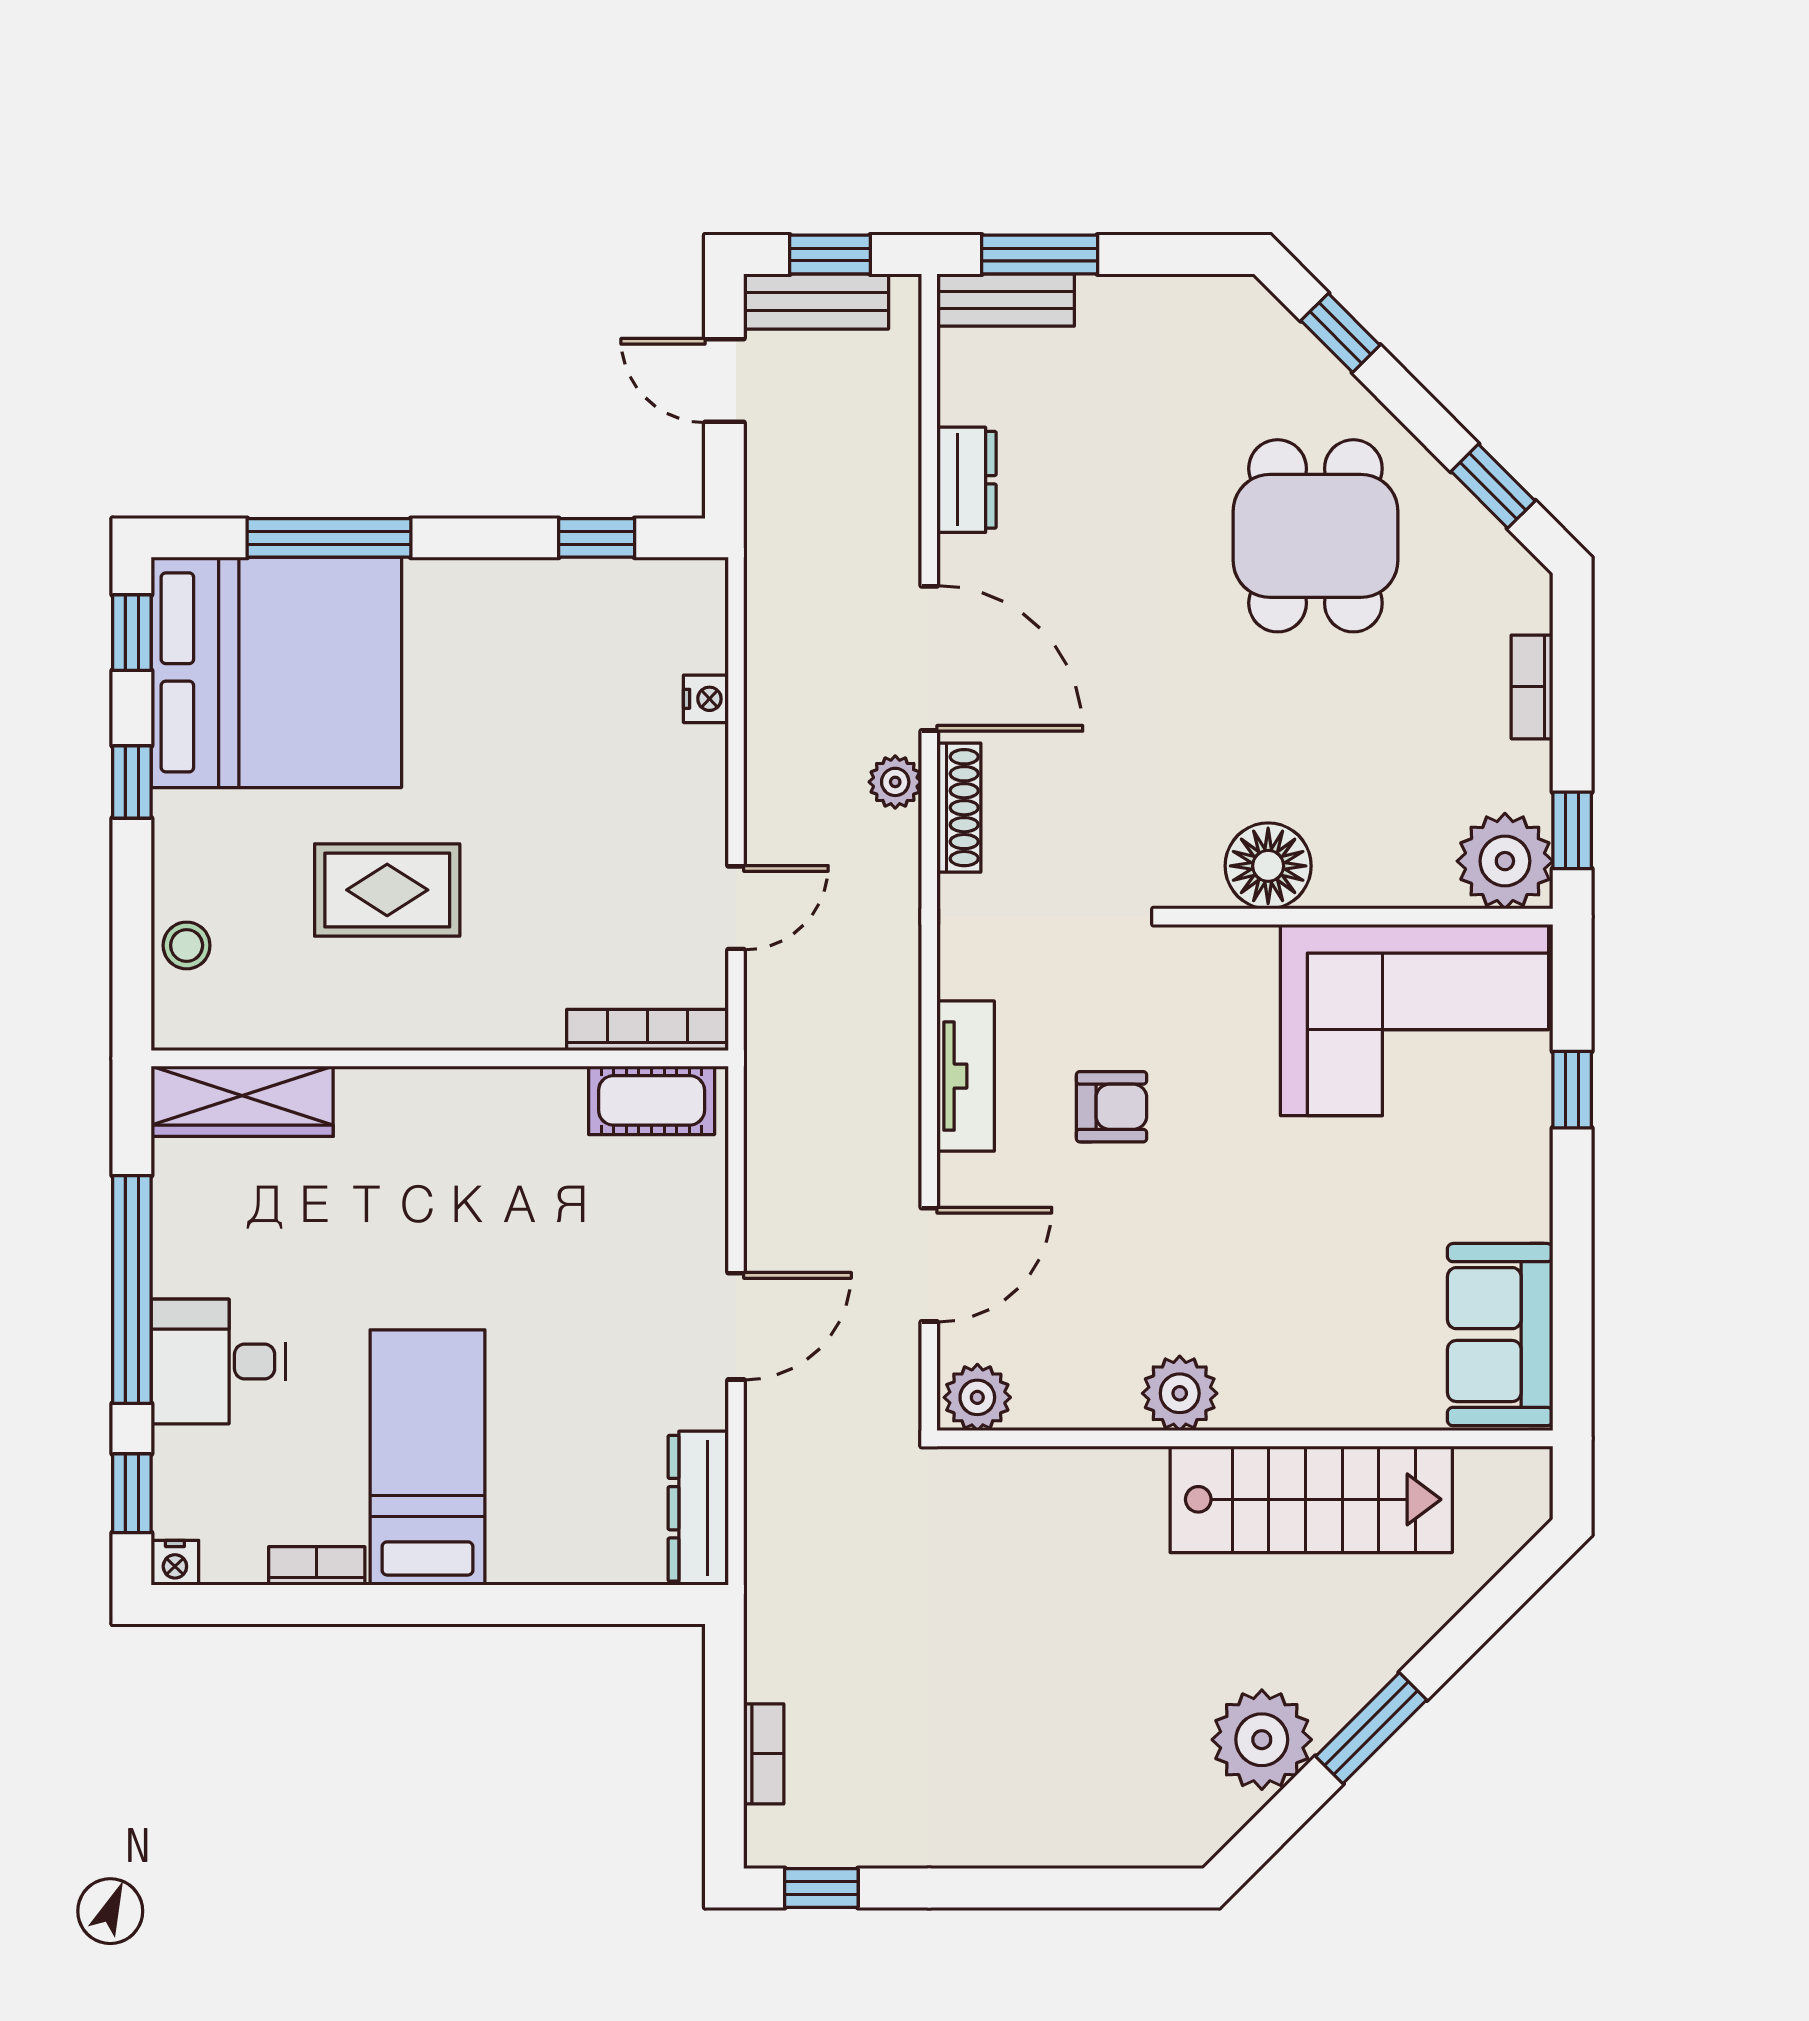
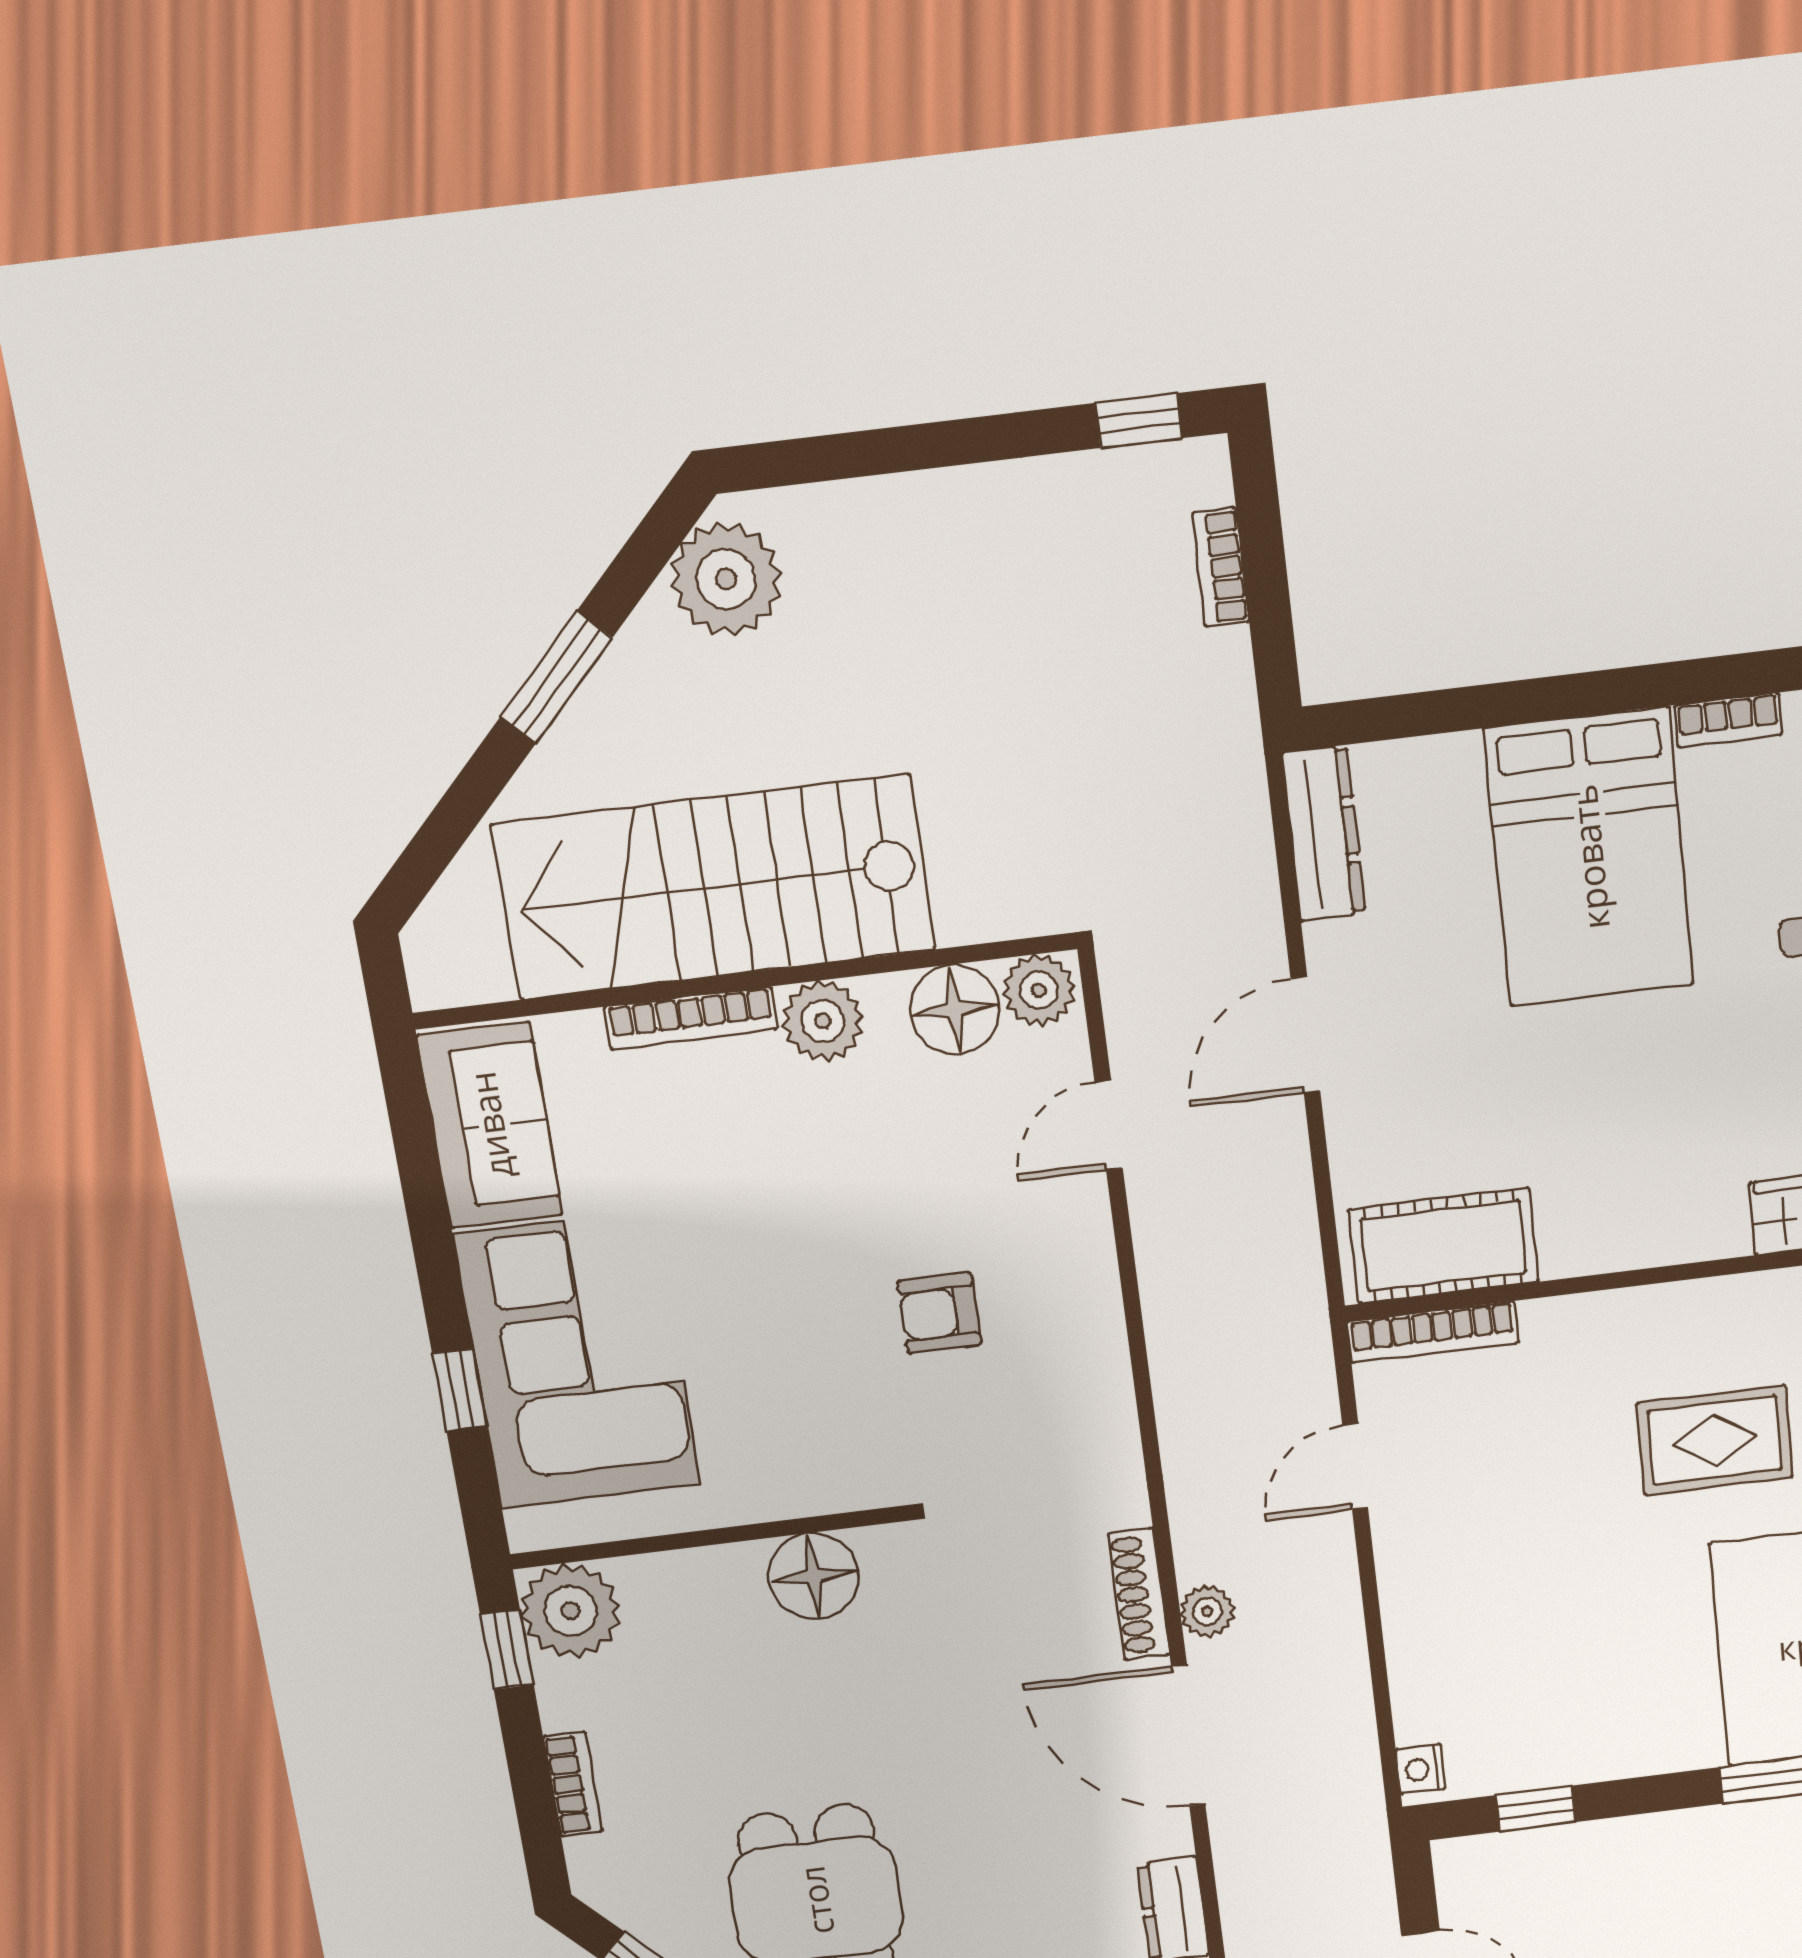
nightstand: (706, 699) -> (1421, 1769), moved
corner sofa: (1414, 1020) -> (578, 1360), moved, turned 90
tv unit: (966, 1076) -> (1096, 1326), removed
cot: (652, 1100) -> (1444, 1246), width x1.37, depth x1.34
door: (929, 1265) -> (1109, 1125), width x0.73
floor lamp: (1057, 1389) -> (955, 1009), added
bookcase: (1300, 1411) -> (691, 1018), added
bed: (428, 1458) -> (1589, 857), width x1.50
stairs: (1311, 1499) -> (714, 887), width x1.36, depth x1.51
plant: (1262, 1740) -> (726, 579), moved

